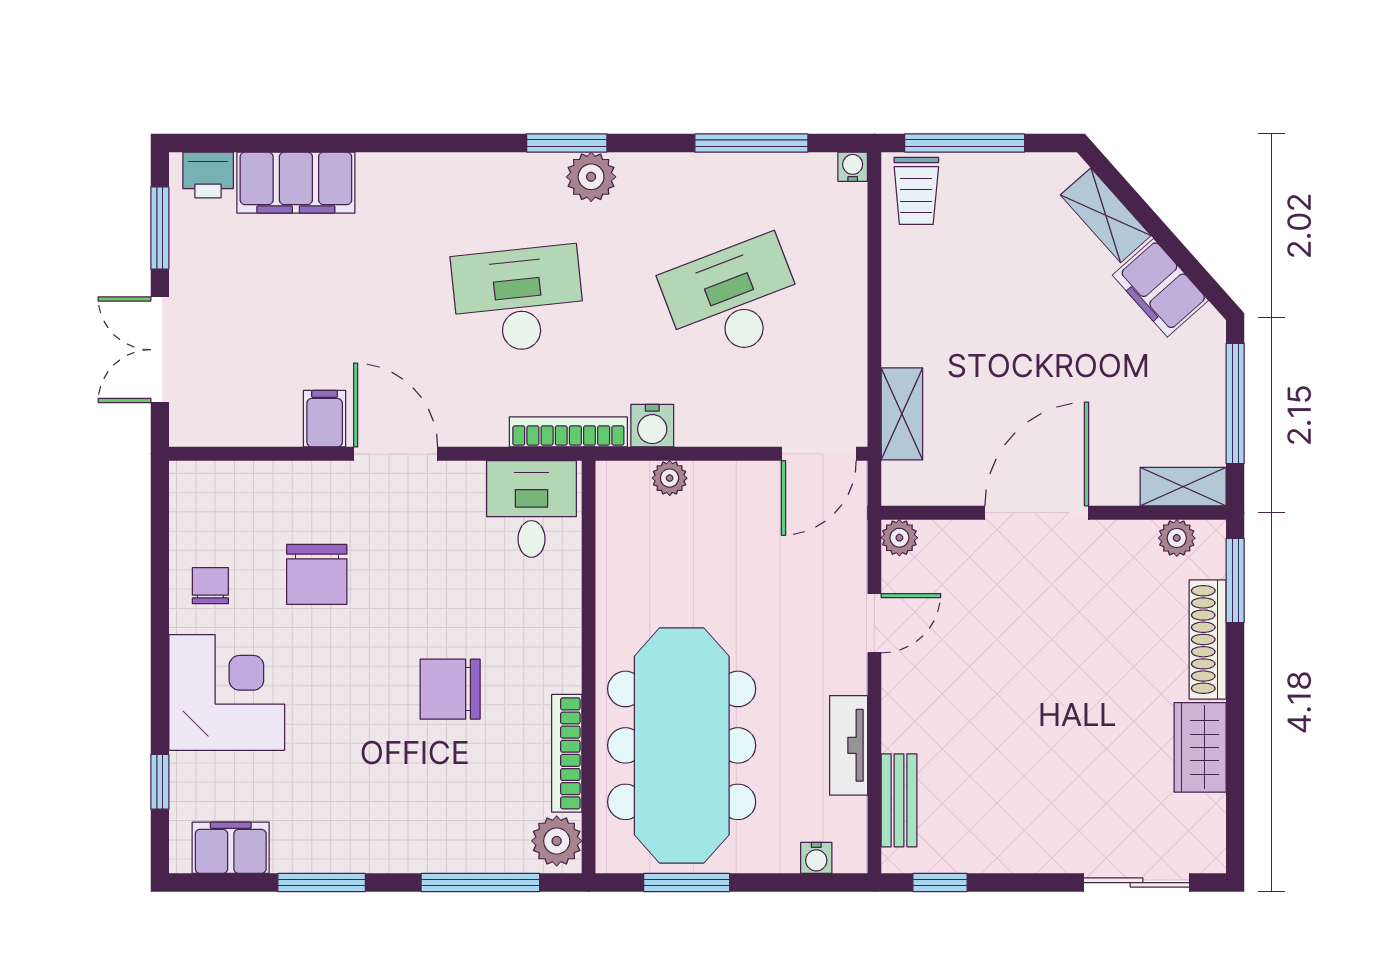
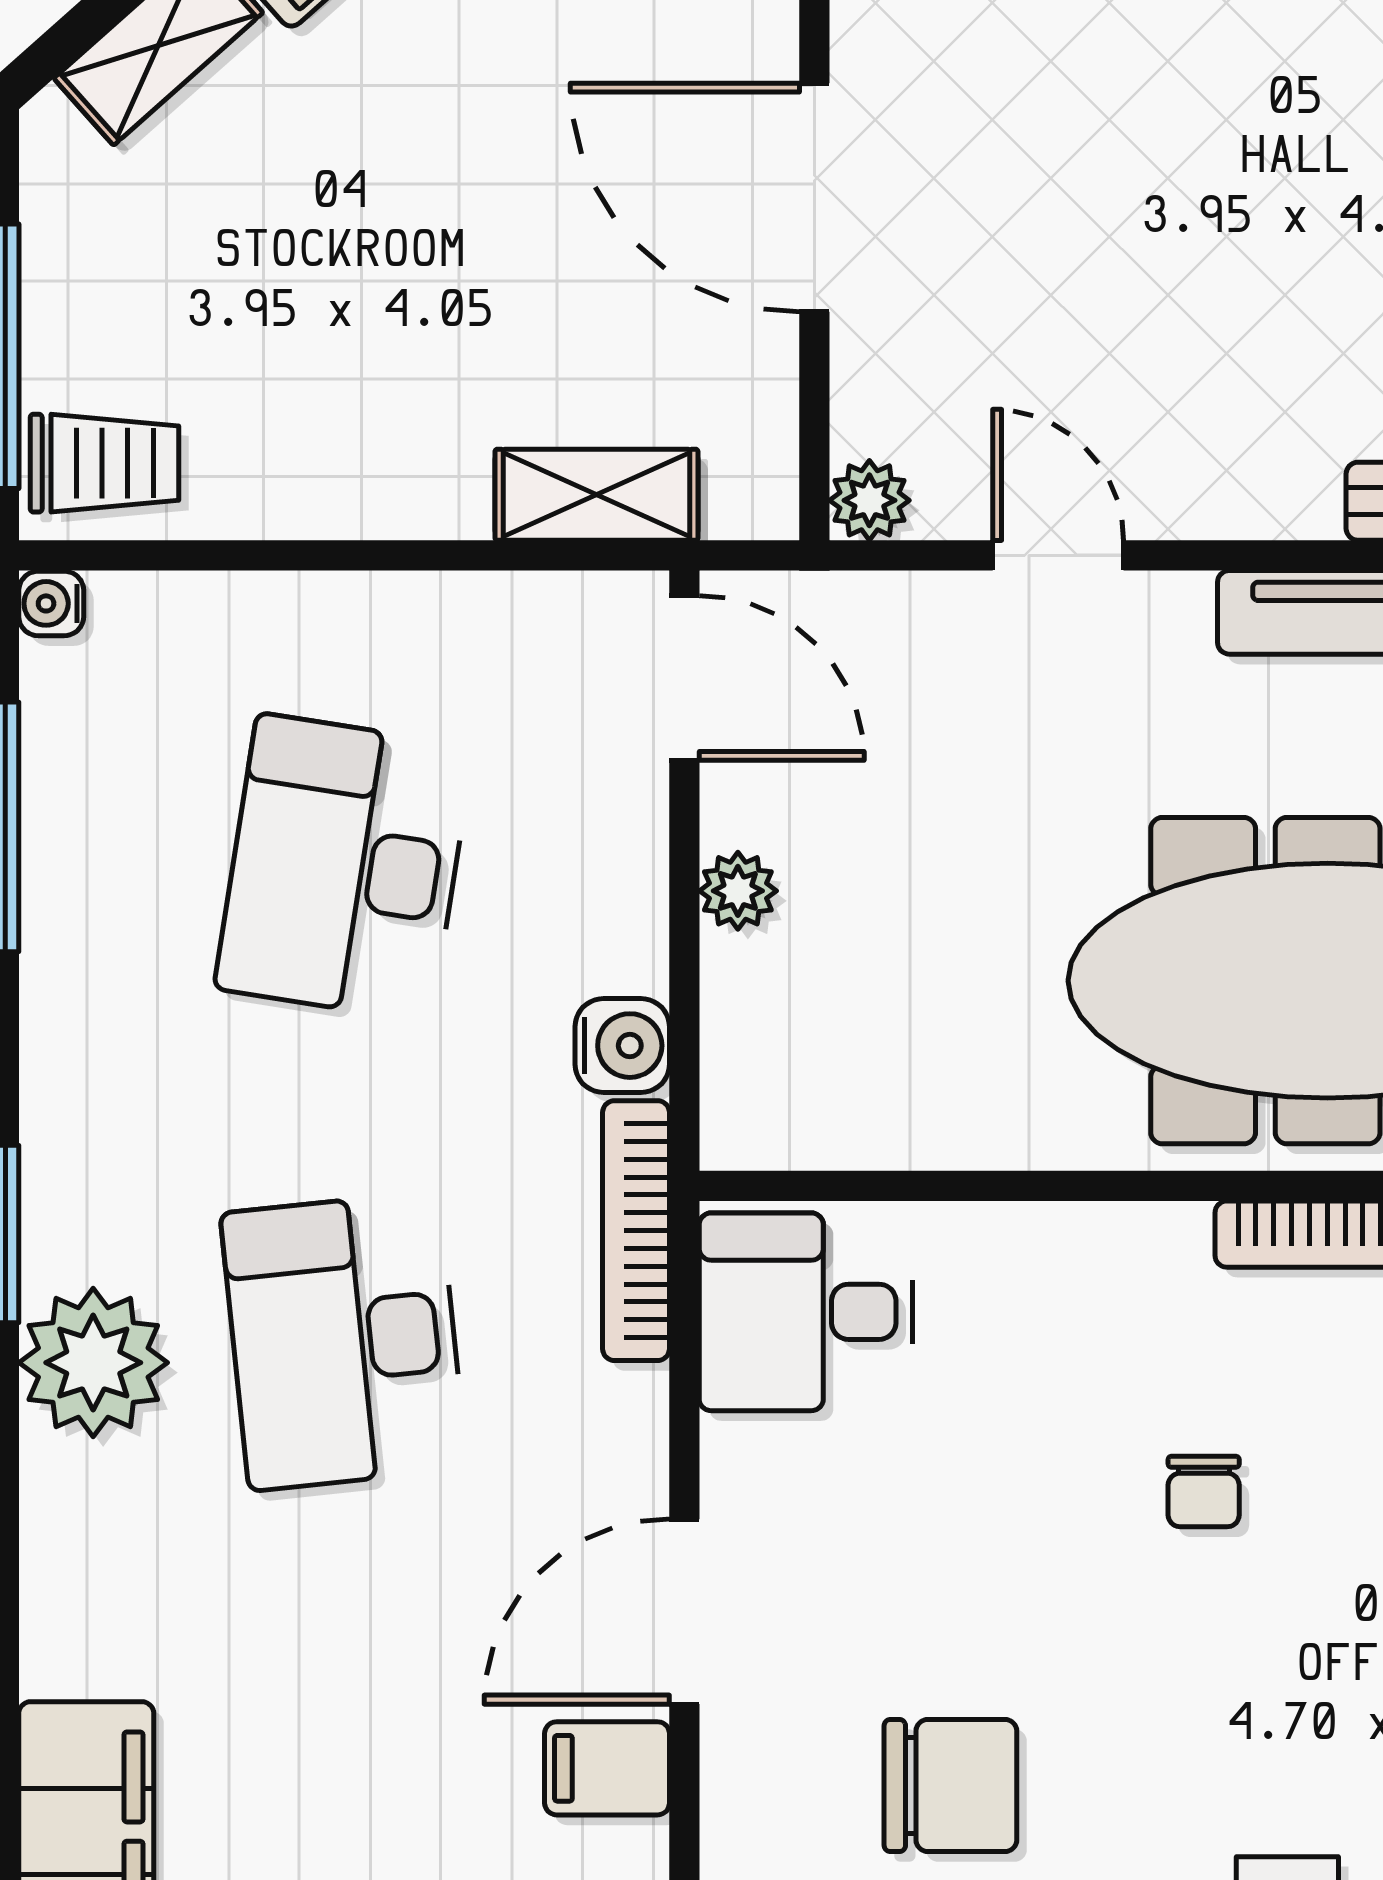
plant: (591, 177) -> (93, 1363), moved, width x1.36, depth x1.36
desk: (733, 300) -> (344, 868), turned 30
plant: (670, 478) -> (738, 891), moved
chair: (450, 689) -> (1204, 1491), width x0.54, depth x0.54

